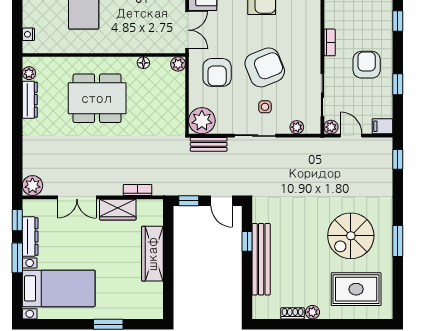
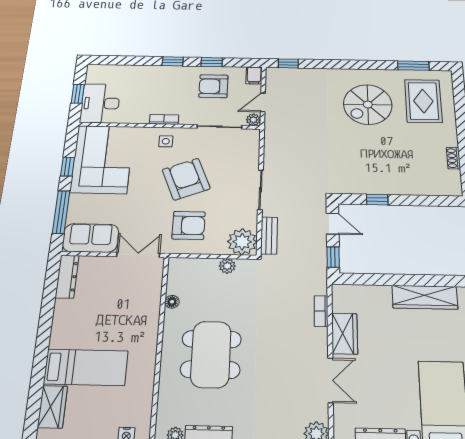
window: (398, 21) -> (173, 61), moved
plant: (178, 64) -> (227, 266), moved
armchair: (367, 65) -> (213, 86), moved
side table: (265, 107) -> (166, 141), moved
plant: (297, 127) -> (253, 150), removed
door: (222, 201) -> (333, 224), hinge flipped
spiral stairs: (351, 236) -> (368, 105), turned 90
window: (398, 241) -> (413, 66), moved
wardrobe: (152, 254) -> (425, 297), moved
bench: (261, 259) -> (396, 187), removed
plant: (312, 312) -> (451, 140), removed

